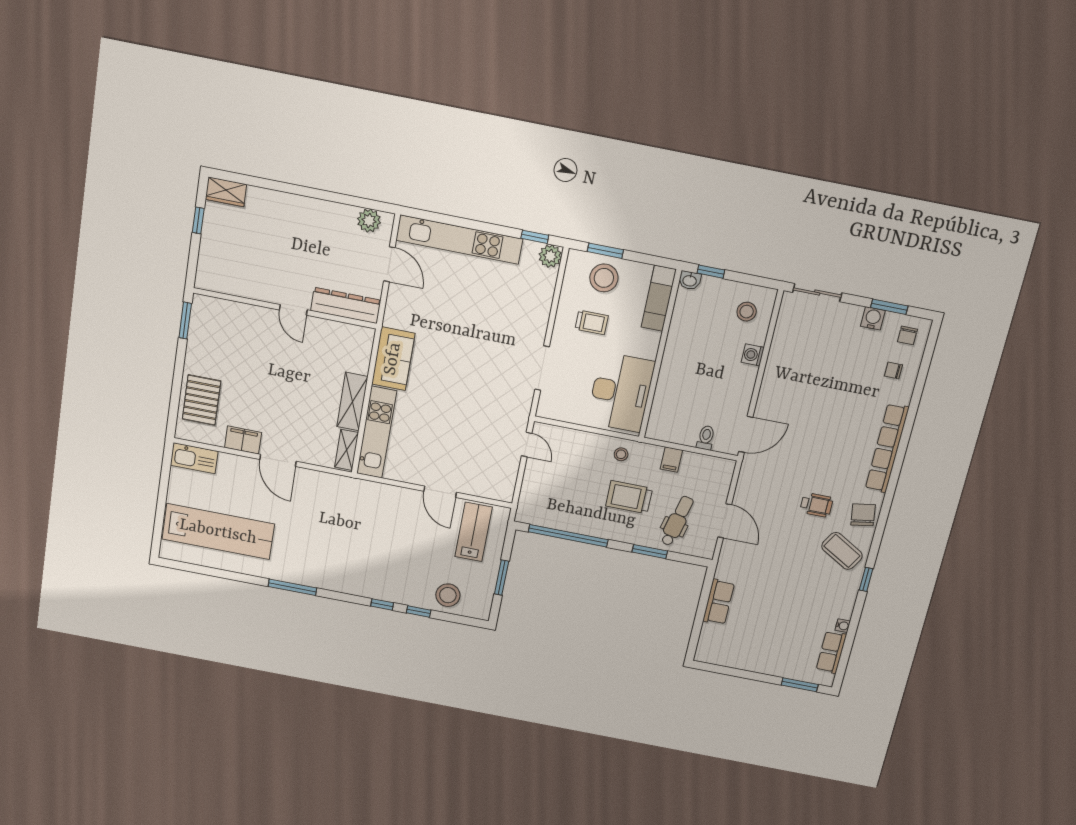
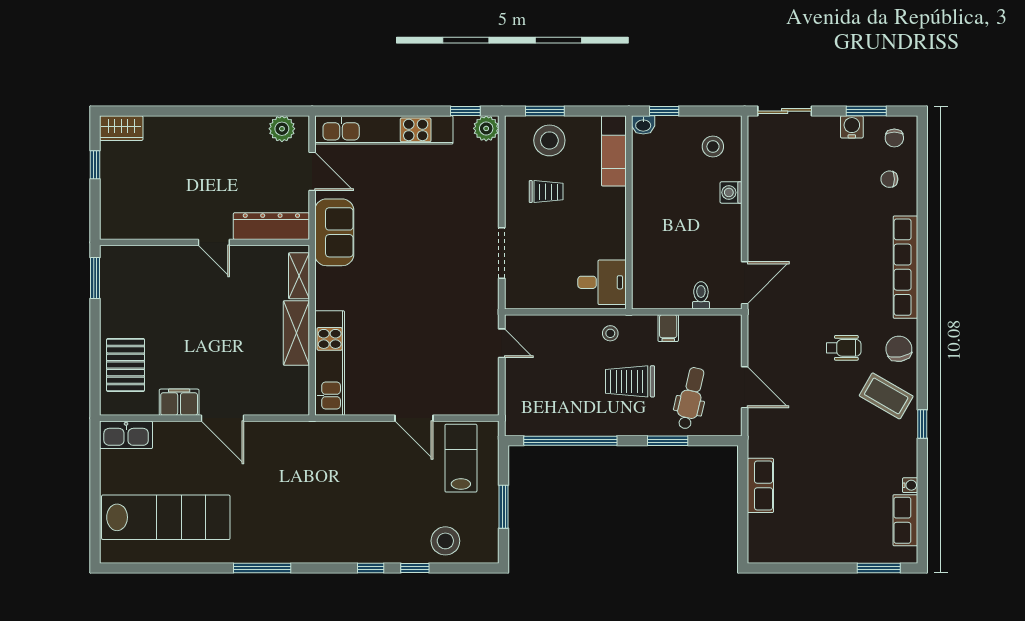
sofa: (393, 359) -> (334, 232), moved
desk: (621, 392) -> (602, 282), width x0.53, depth x0.77
shelving: (347, 450) -> (299, 276), moved

